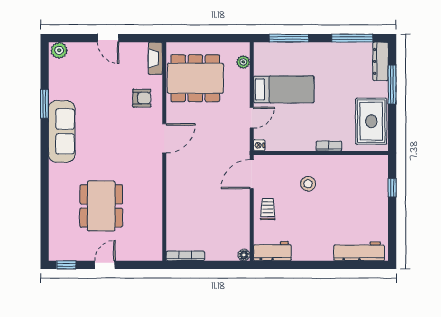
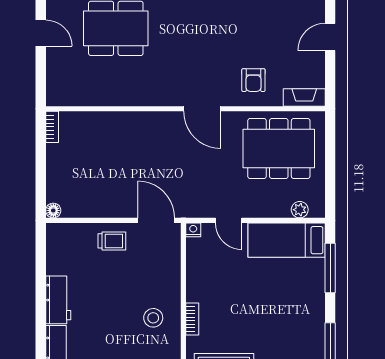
dining table: (195, 78) -> (279, 148), turned 90
bed: (284, 89) -> (287, 240), moved, turned 90
stool: (308, 184) -> (153, 318), moved
workbench: (272, 251) -> (58, 300), moved
bookcase: (185, 256) -> (52, 127), width x0.64

